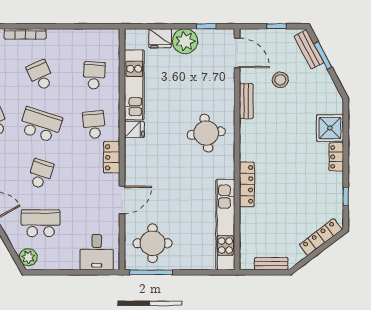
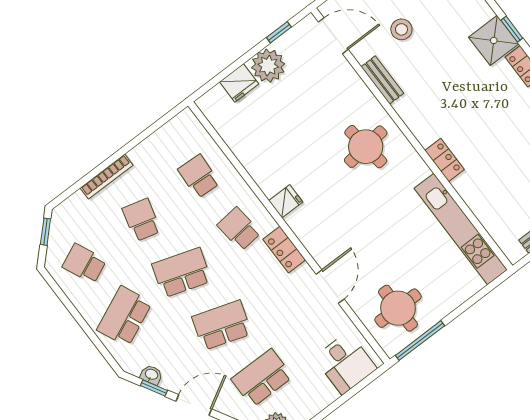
bookcase: (25, 34) -> (107, 177), moved
school desk: (41, 75) -> (142, 220), turned 39
kitchen unit: (134, 85) -> (250, 154), removed
window: (346, 129) -> (512, 29), added
school desk: (41, 174) -> (222, 325), width x1.85
locker: (247, 184) -> (445, 160), width x0.66

